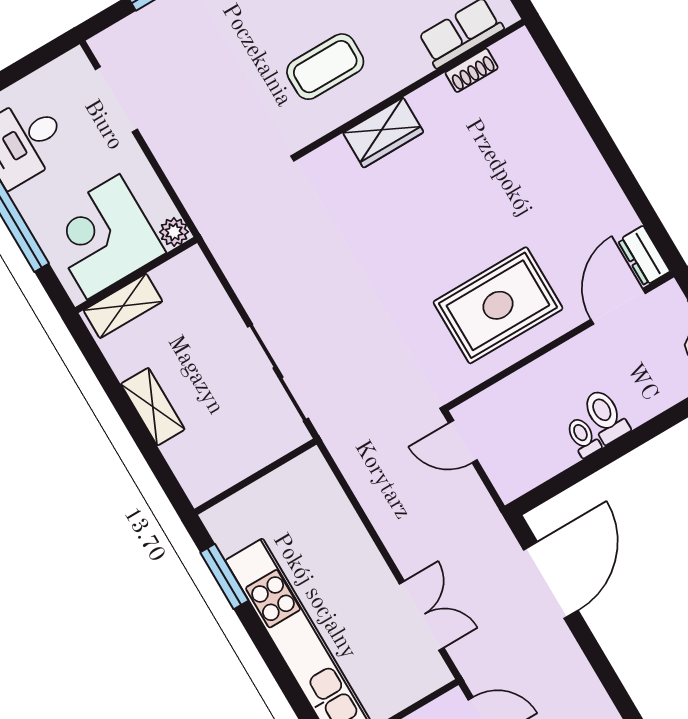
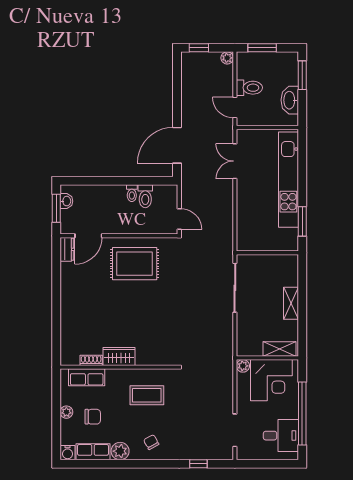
wardrobe: (383, 133) -> (119, 356), moved
toilet: (606, 416) -> (145, 196), moved

